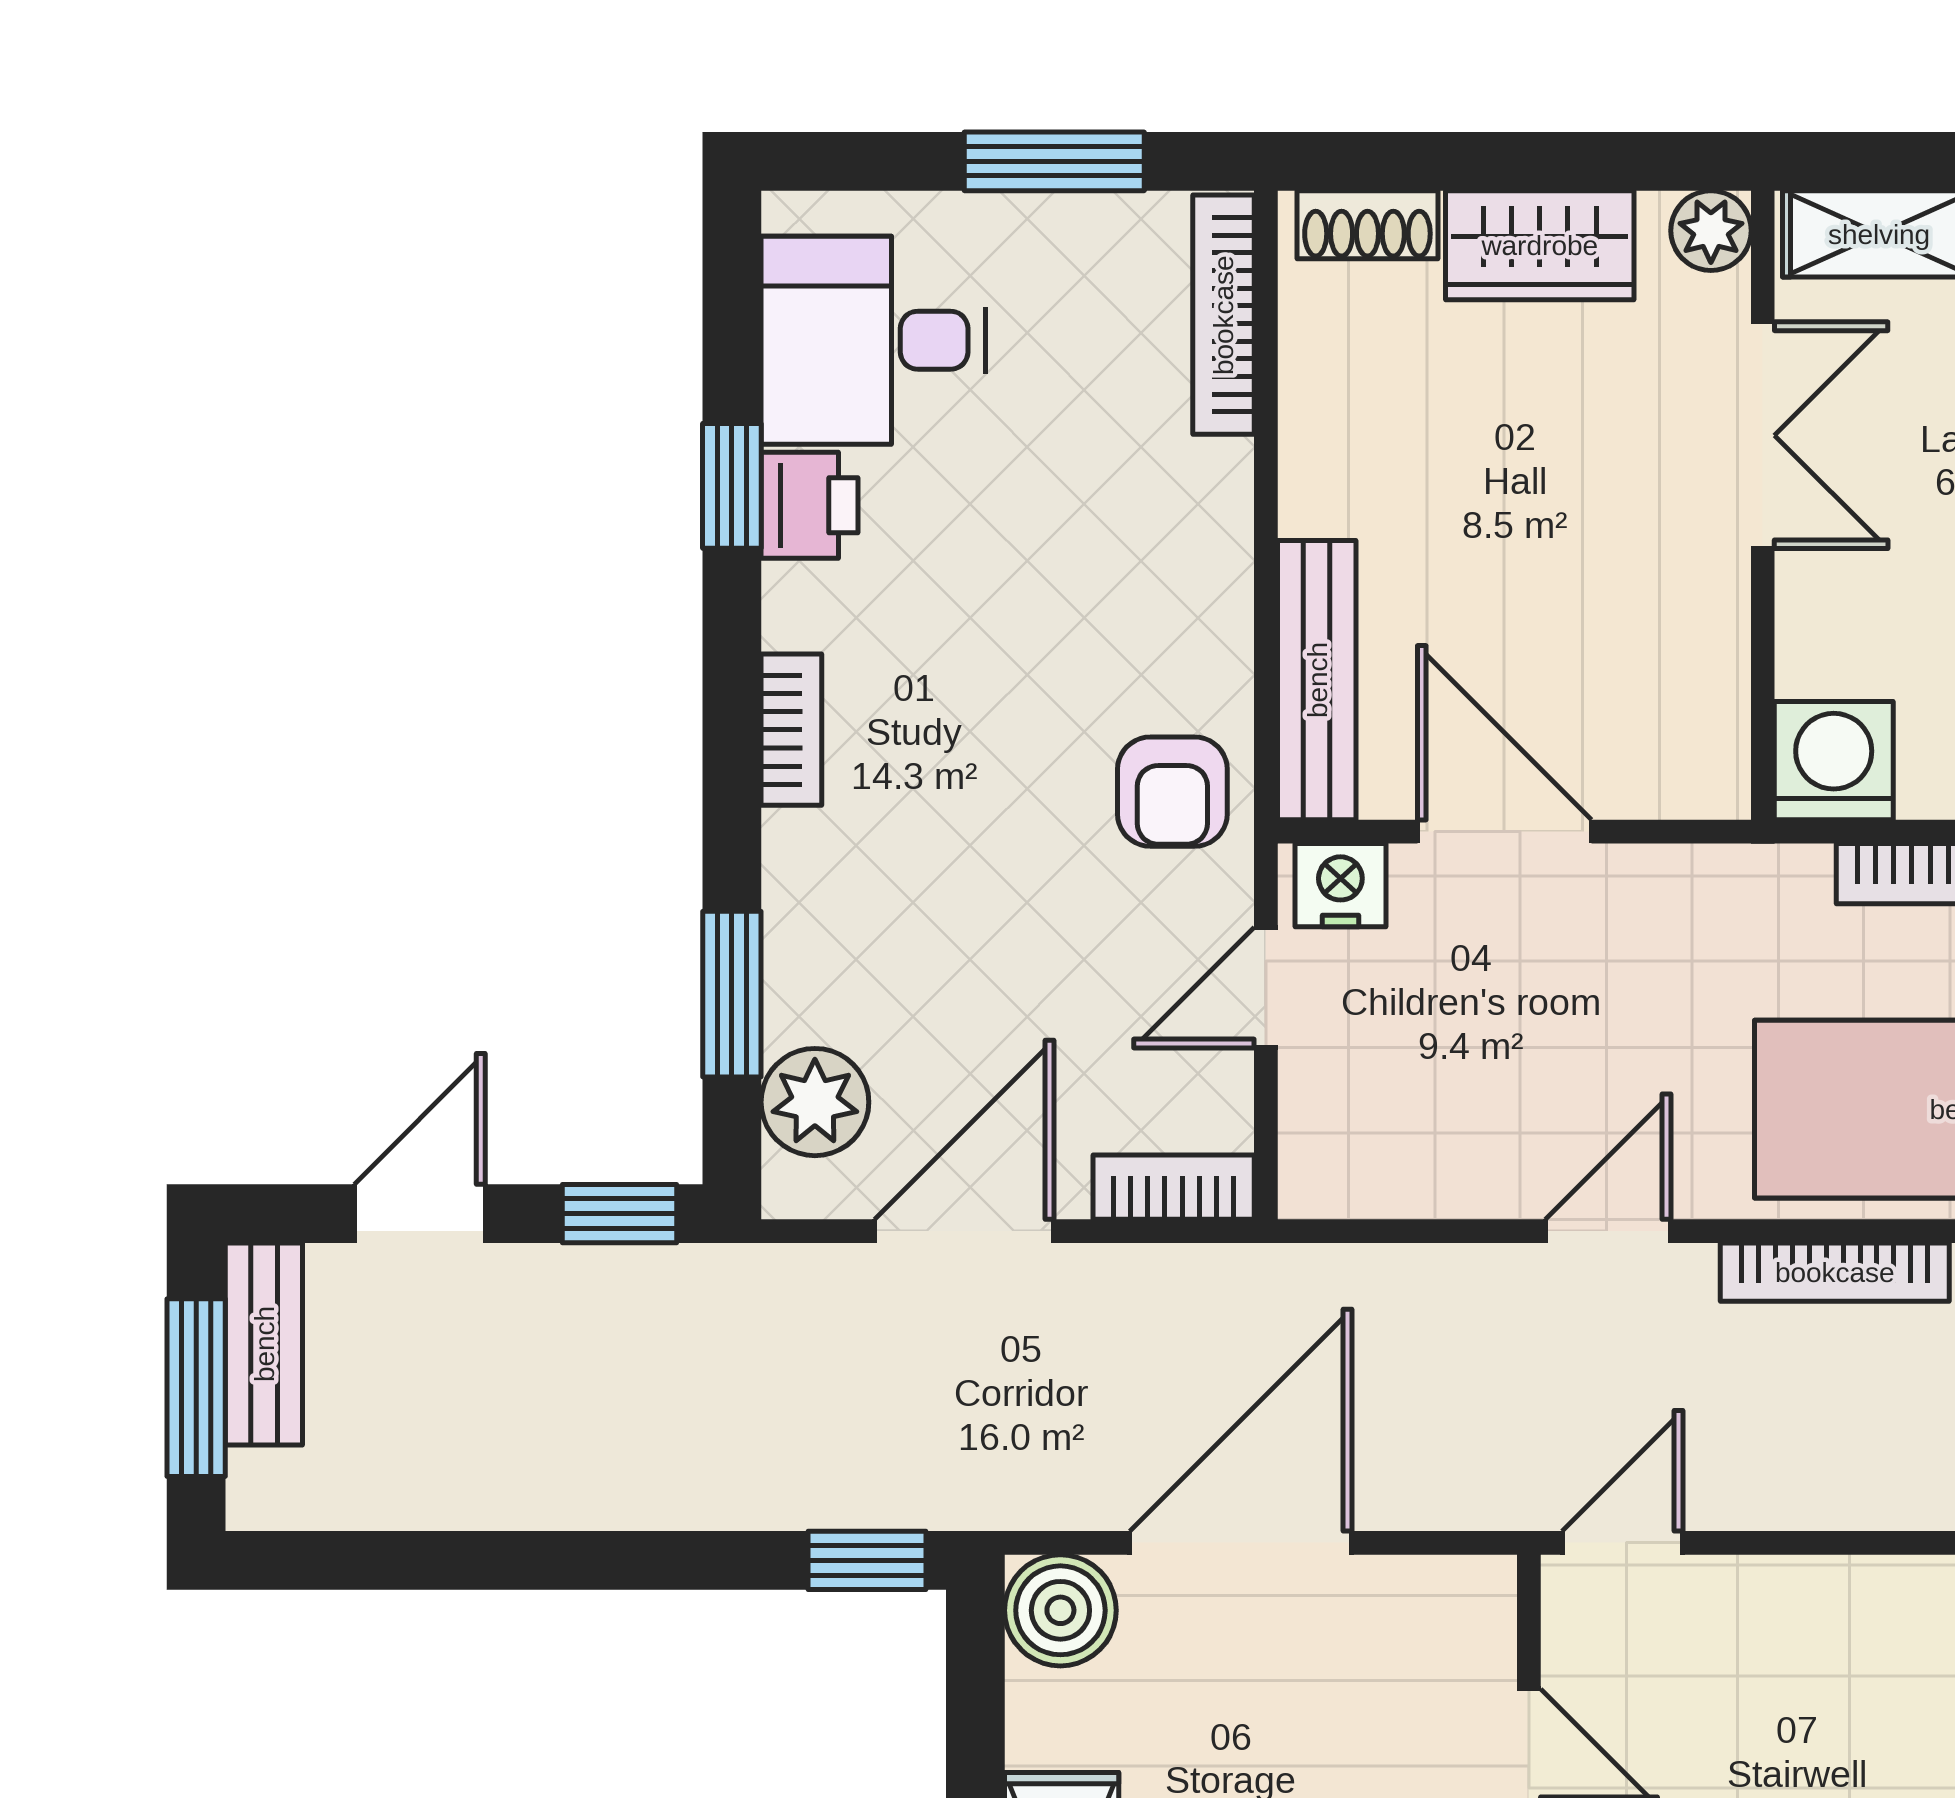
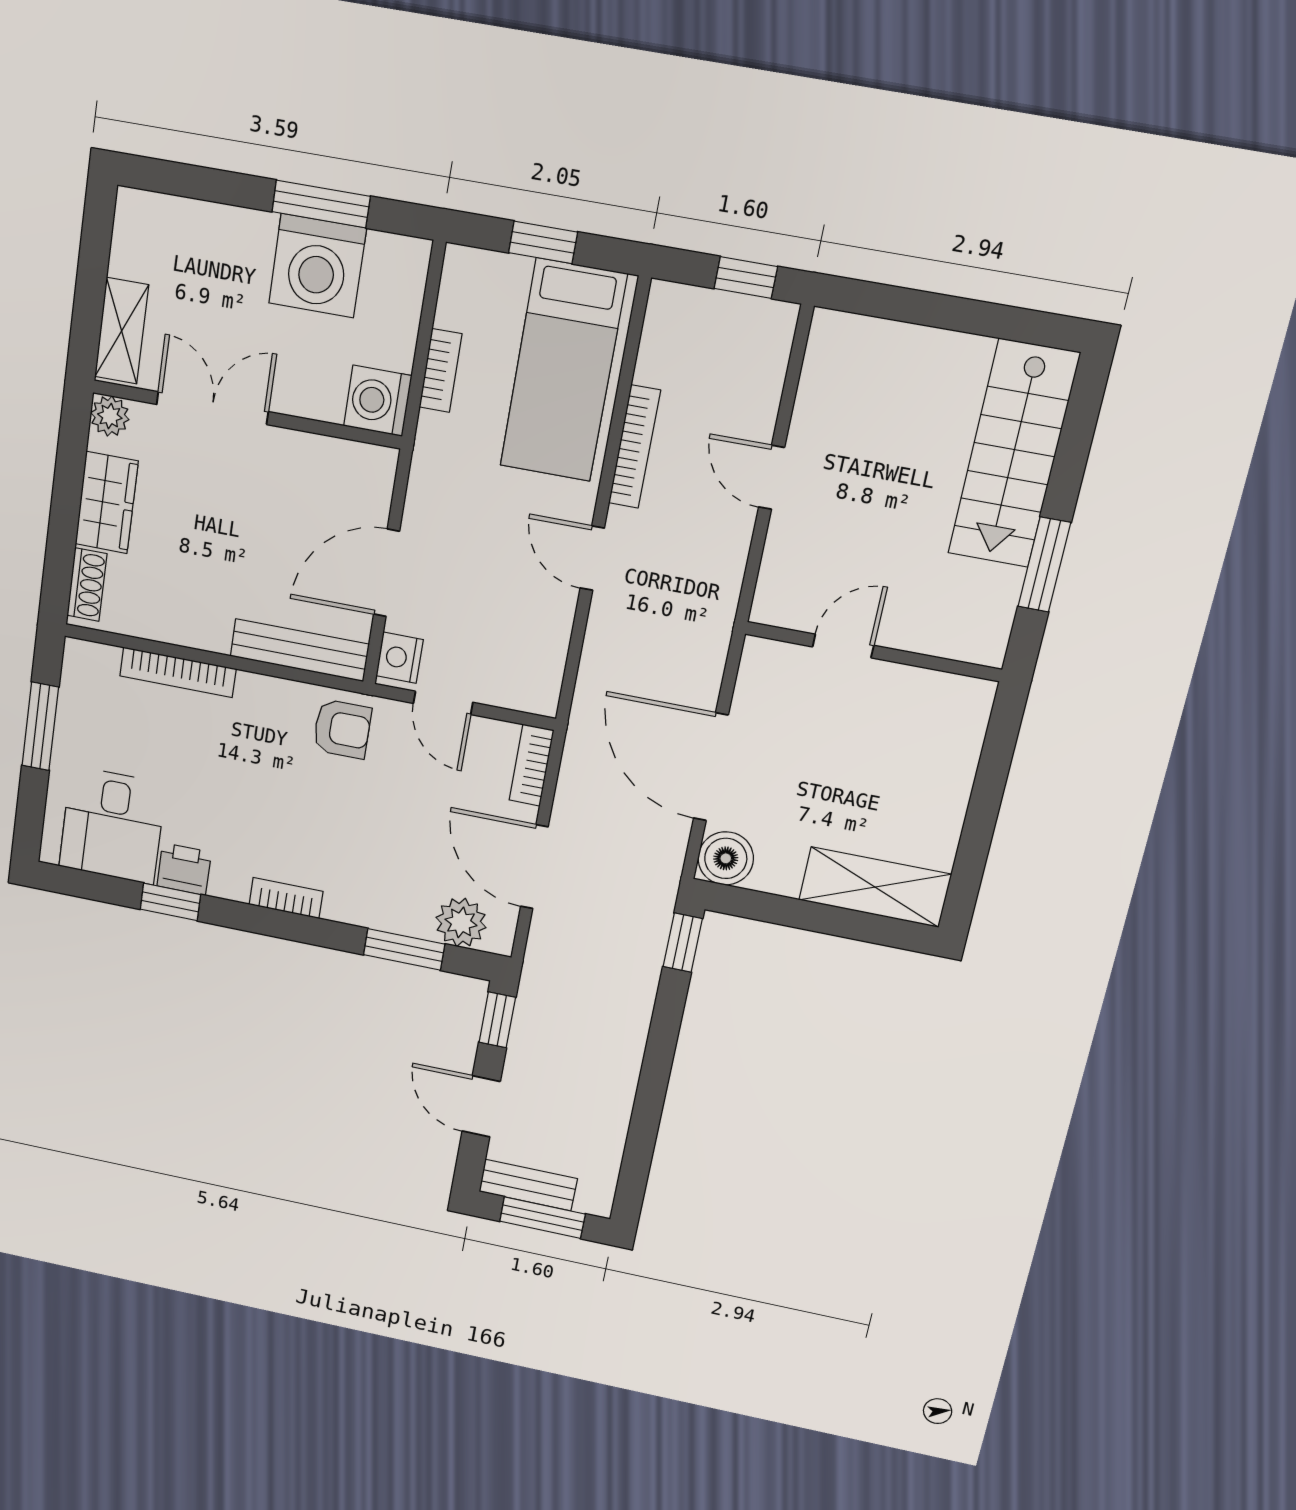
bookcase: (1223, 315) -> (178, 672), moved
door: (1622, 1543) -> (772, 477), moved

